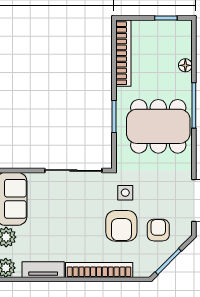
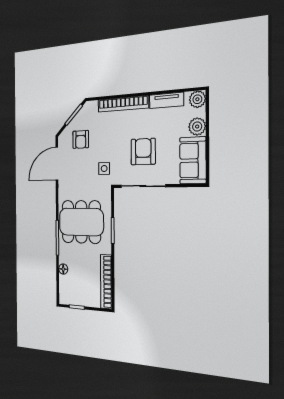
armchair: (121, 226) -> (143, 152), moved

